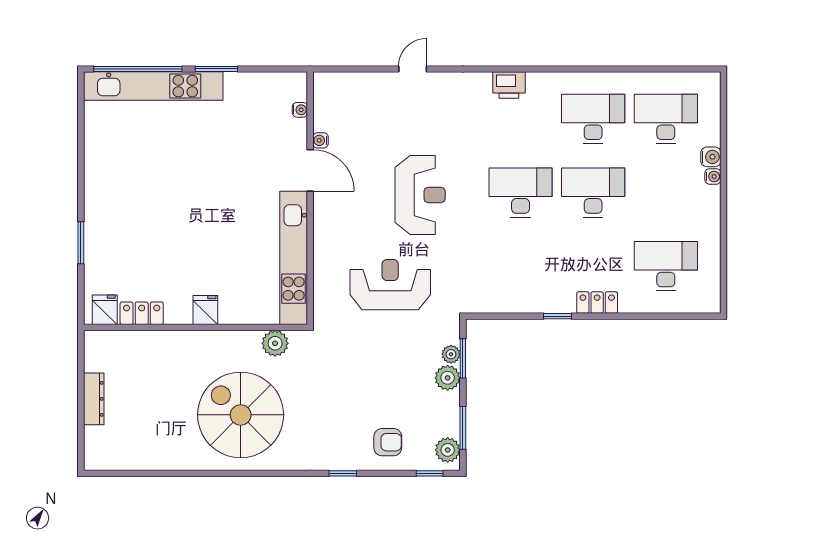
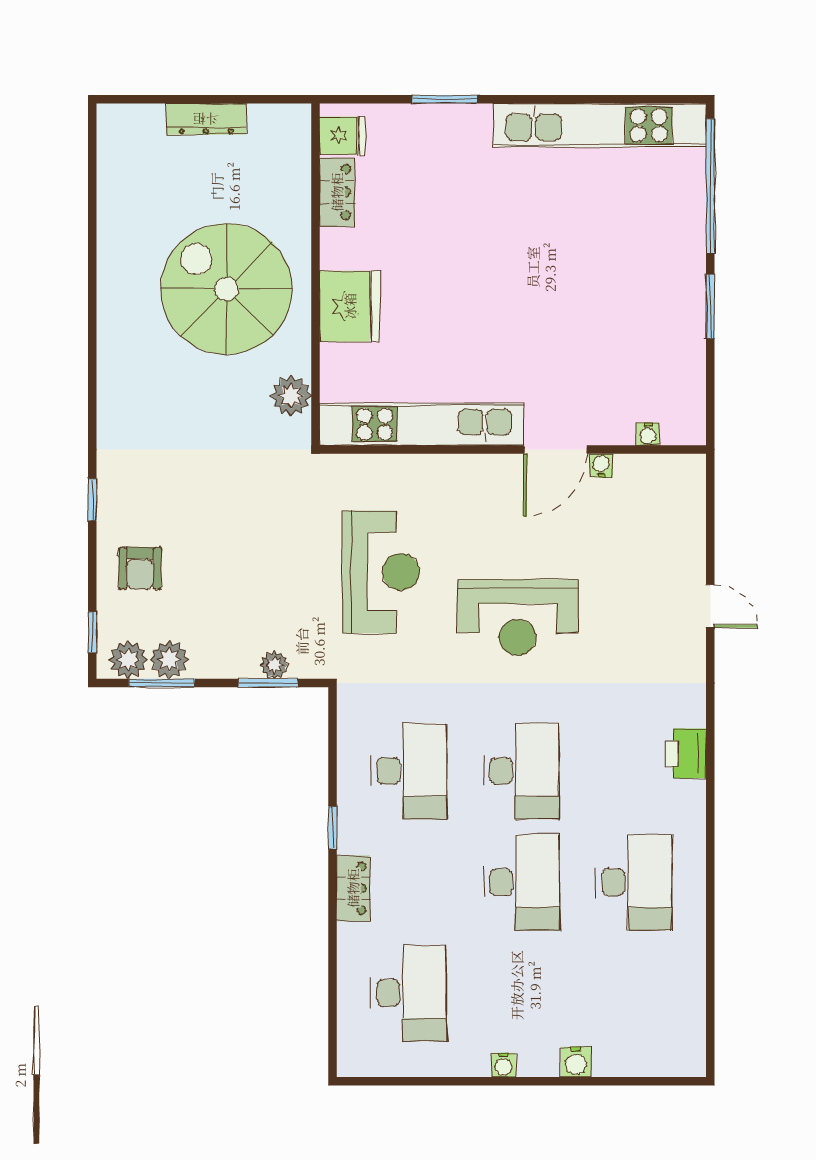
kitchen unit: (153, 86) -> (600, 125), moved, turned -90
desk: (666, 119) -> (409, 771), moved
water cooler: (713, 176) -> (503, 1065), moved
fridge: (205, 310) -> (350, 306), width x1.88, depth x1.34
plant: (448, 378) -> (169, 660), moved
spiral stairs: (241, 415) -> (226, 289), moved, turned -90

